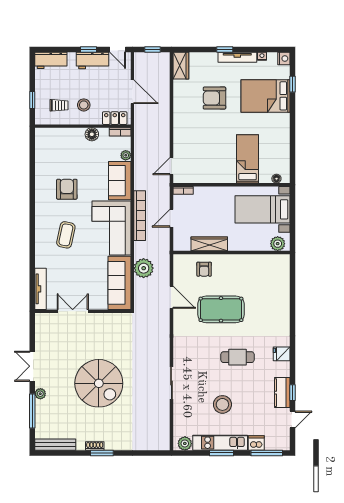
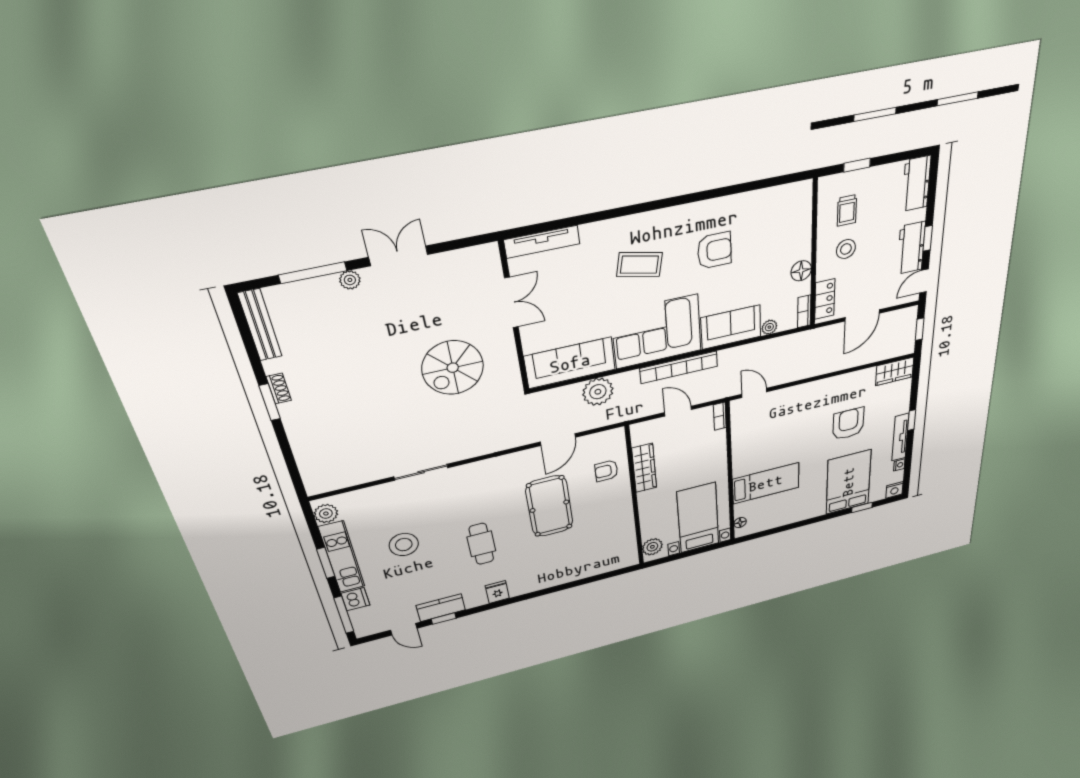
spiral stairs: (99, 383) -> (453, 368), moved, width x0.73, depth x0.73

